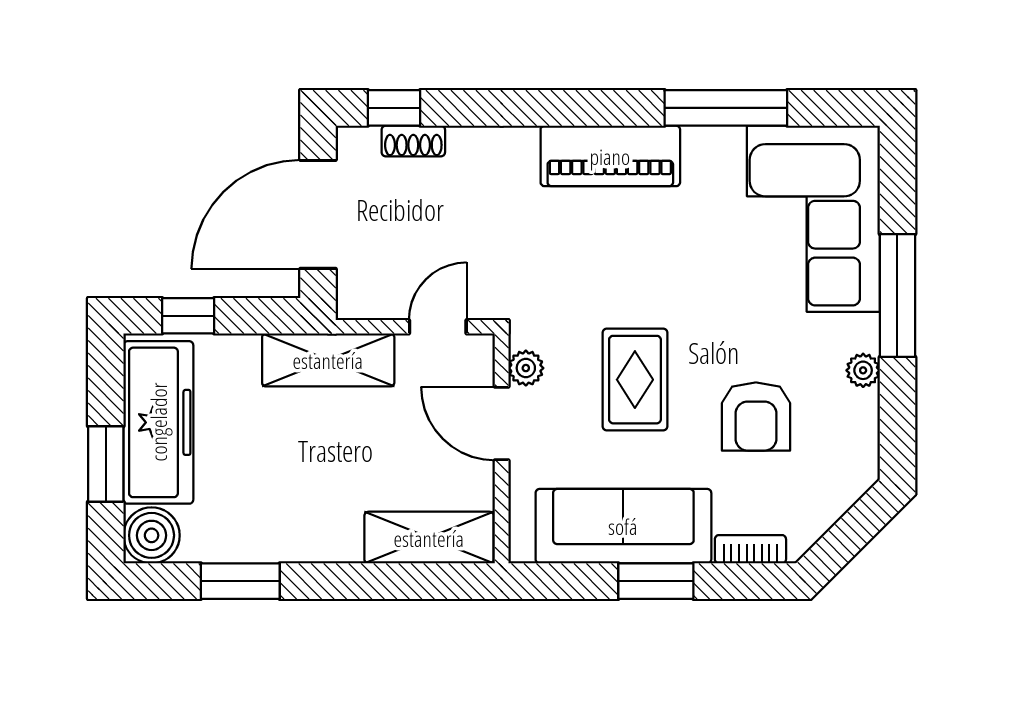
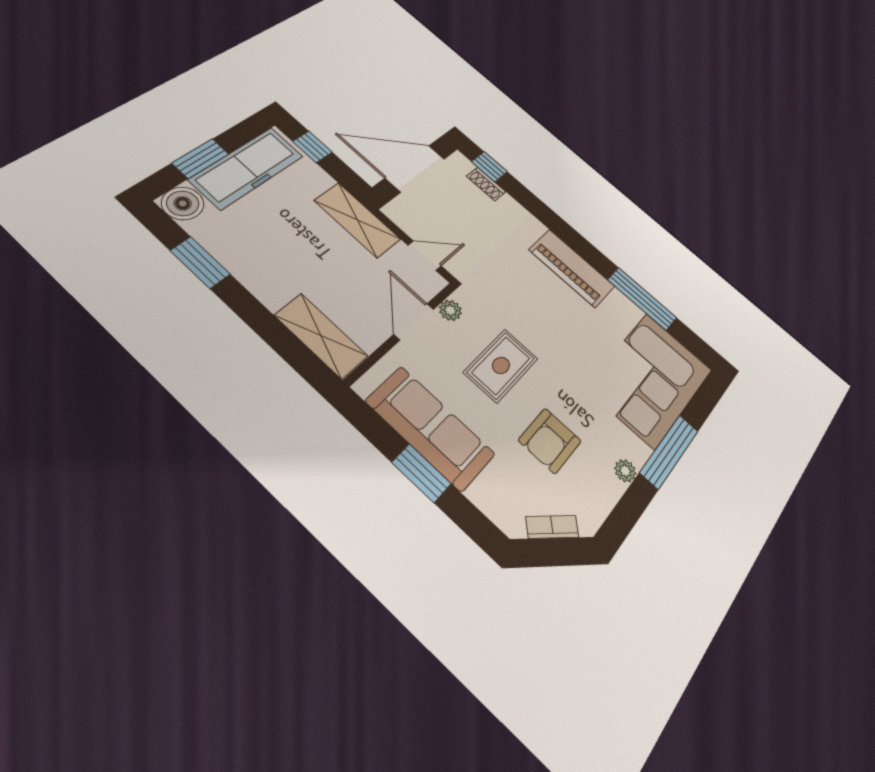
bookcase: (750, 549) -> (552, 527), moved, turned -45

